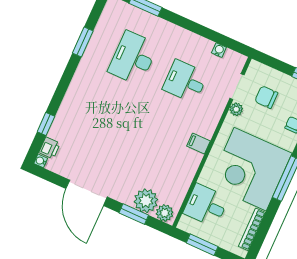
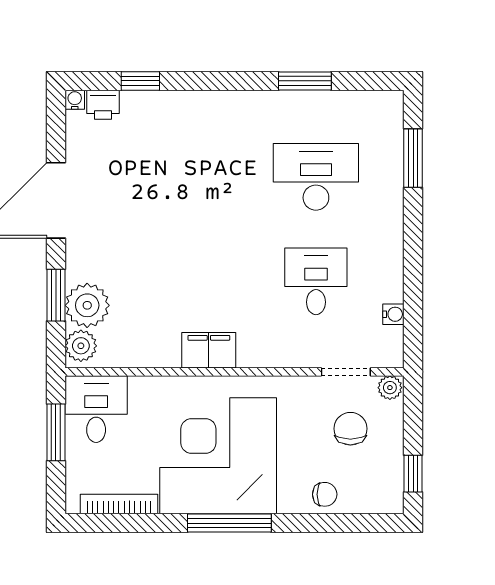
plant: (236, 109) -> (390, 388), moved
filing cabinet: (199, 143) -> (209, 350), width x2.00
desk: (206, 205) -> (96, 409), moved

